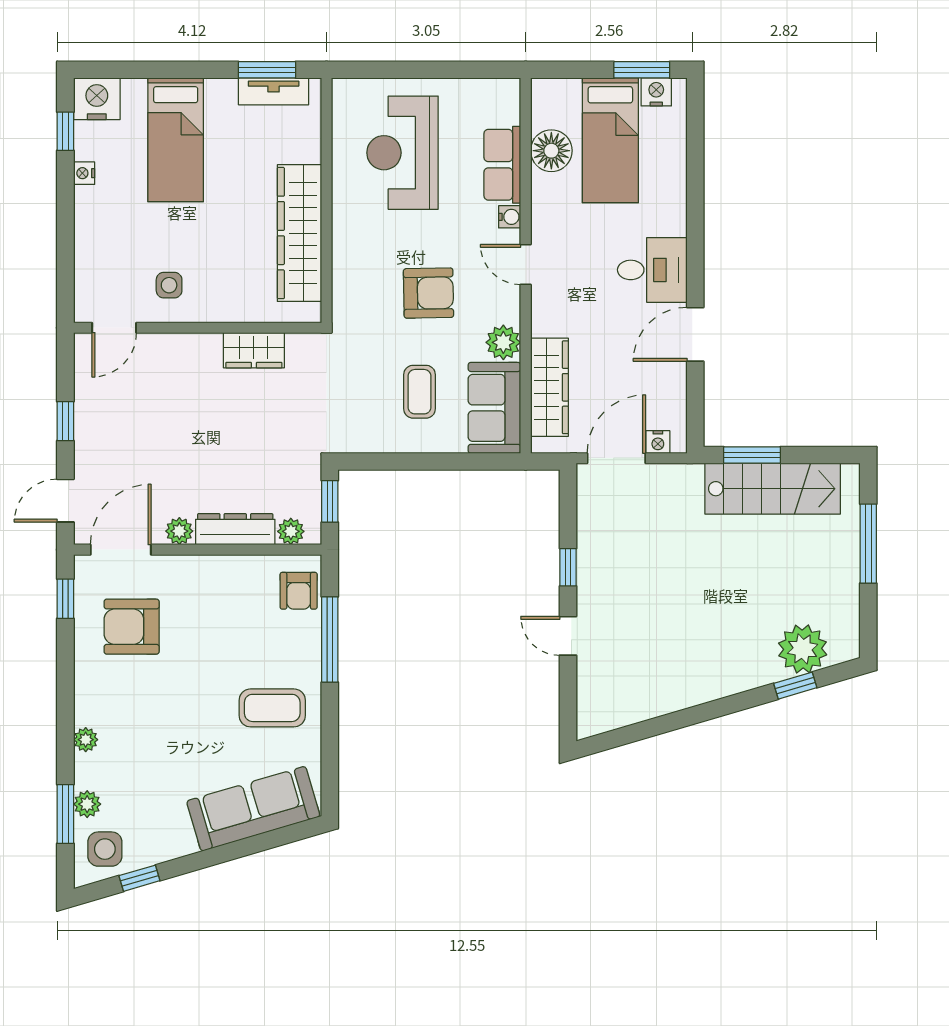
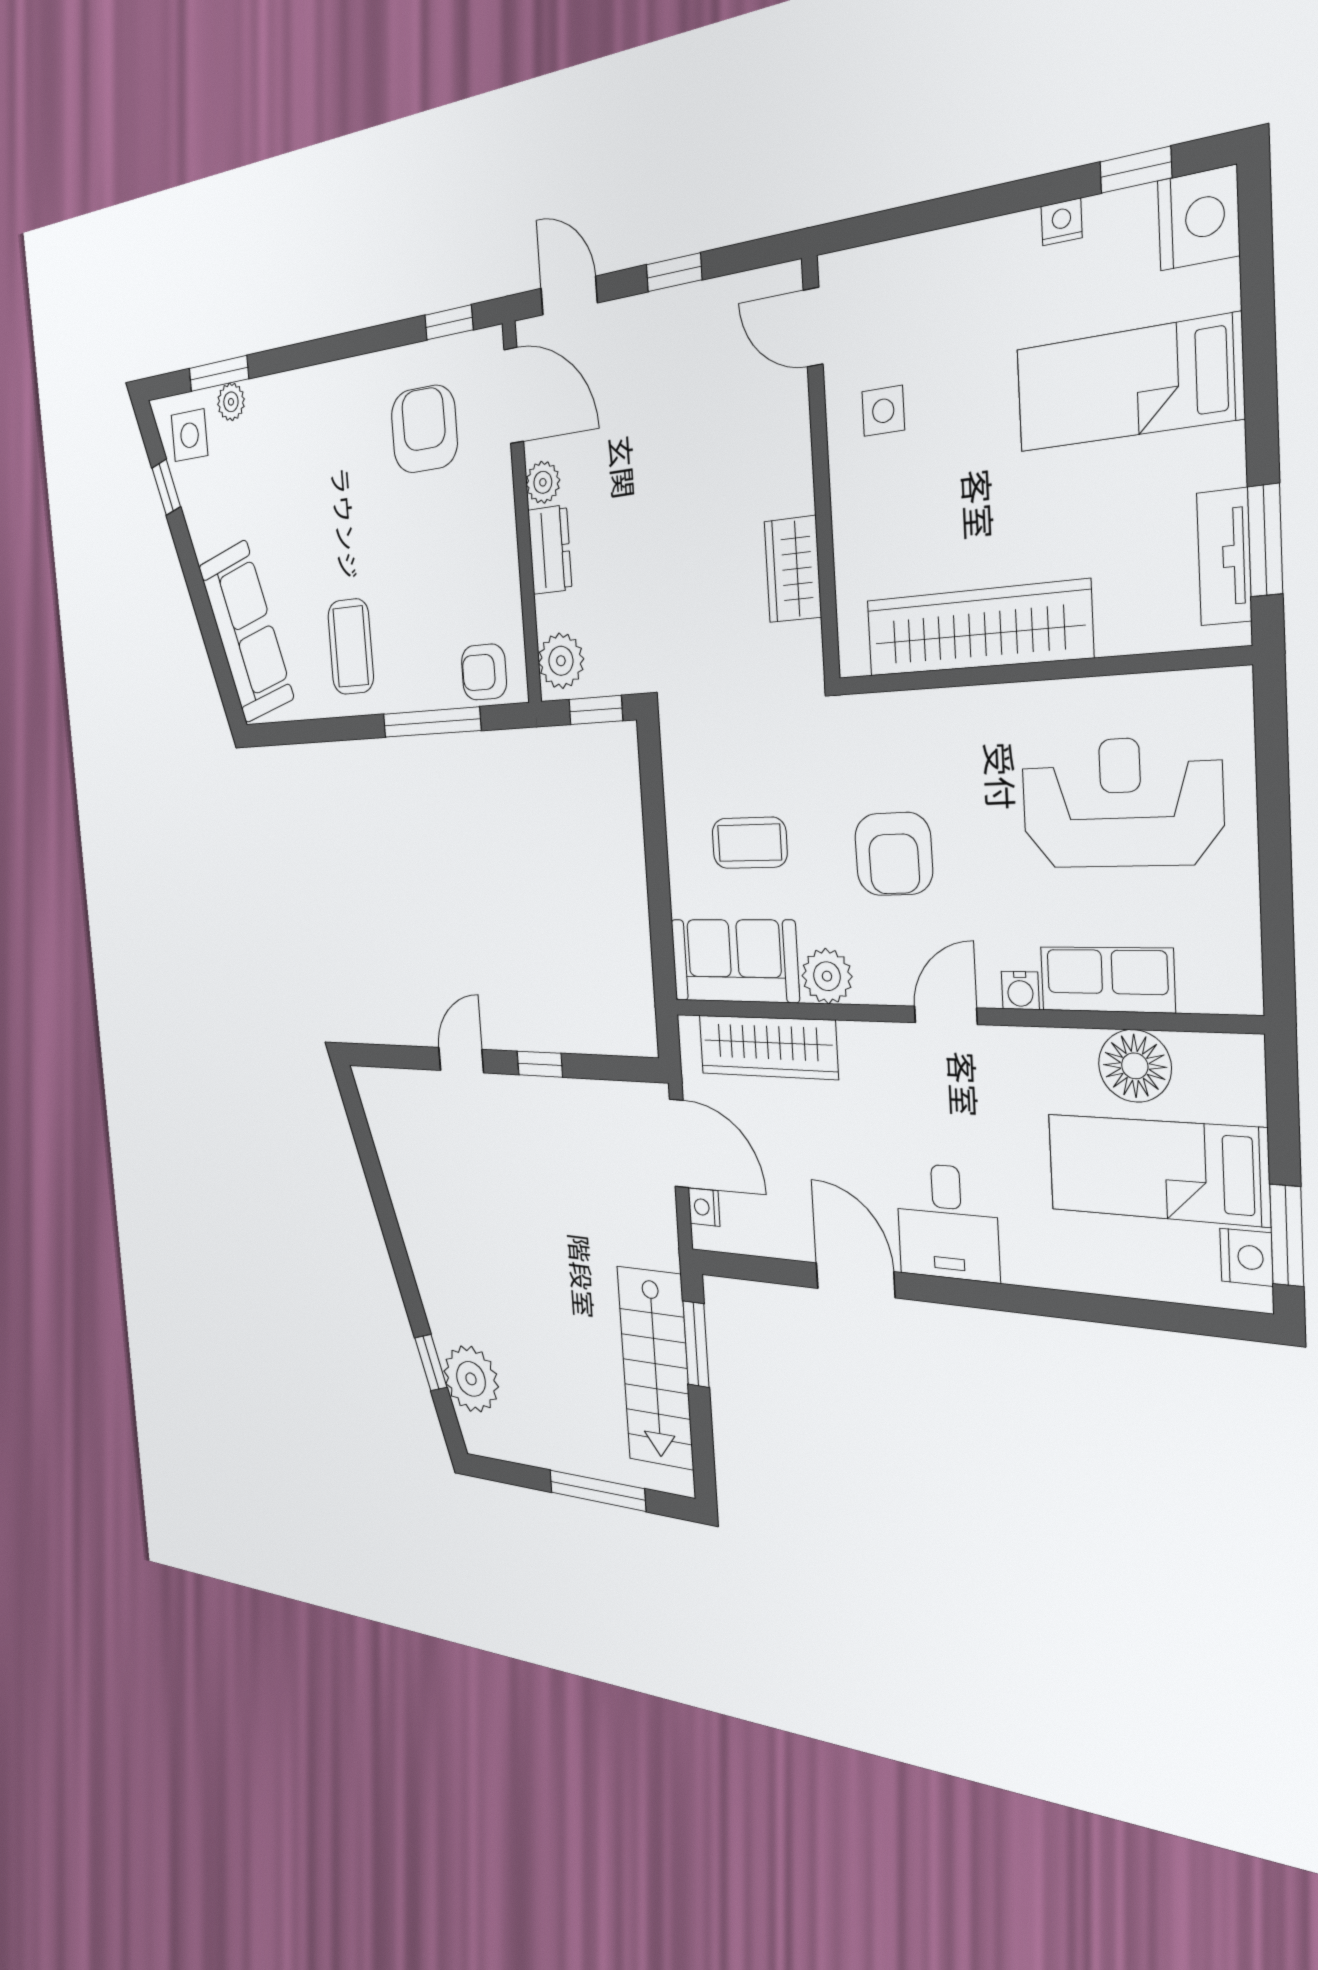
dresser: (235, 529) -> (550, 550), width x0.70
plant: (291, 531) -> (561, 661), width x1.38, depth x1.38
plant: (86, 740) -> (296, 386), removed

